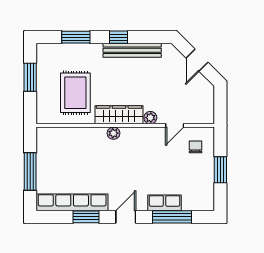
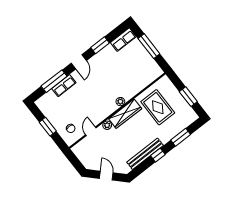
row of seats: (72, 202) -> (123, 40), width x0.50

